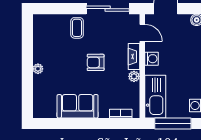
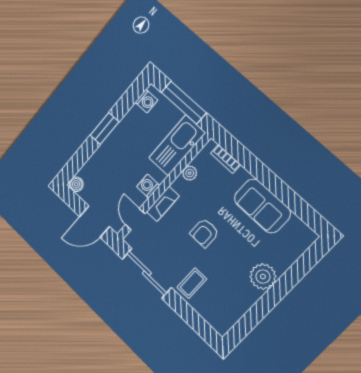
armchair: (96, 62) -> (204, 233), turned 90
plant: (38, 69) -> (263, 277), width x1.88, depth x1.88
plant: (134, 76) -> (190, 173), moved

